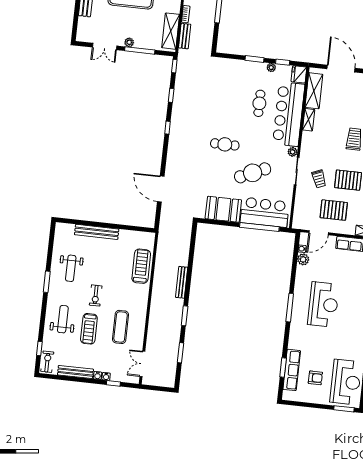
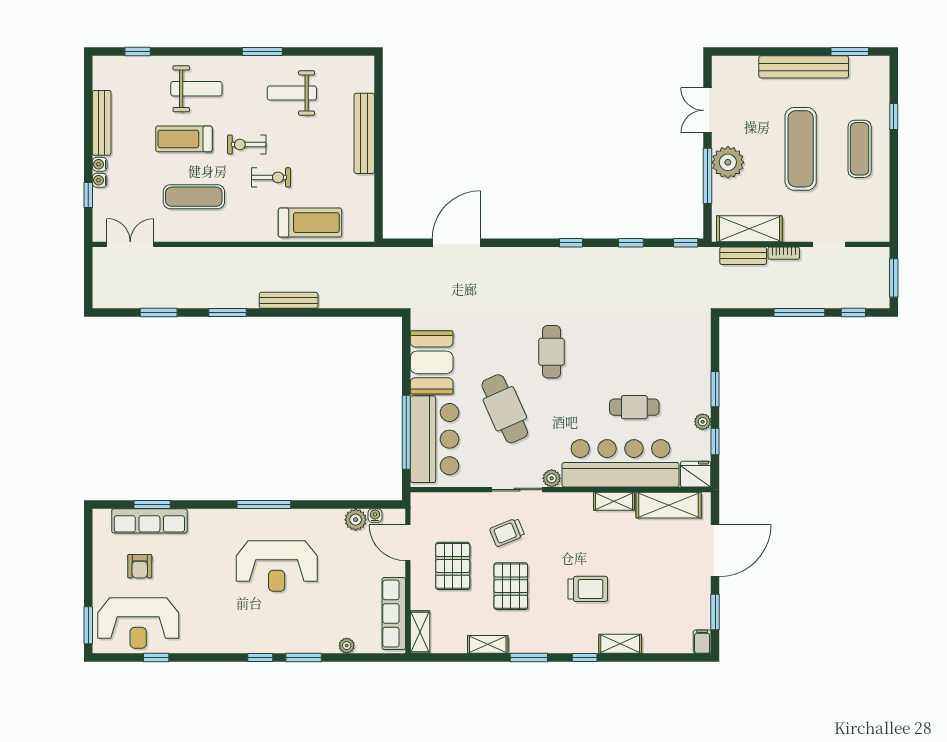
plant: (129, 42) -> (728, 162), width x1.88, depth x1.88
exercise bike: (47, 362) -> (271, 177), moved

